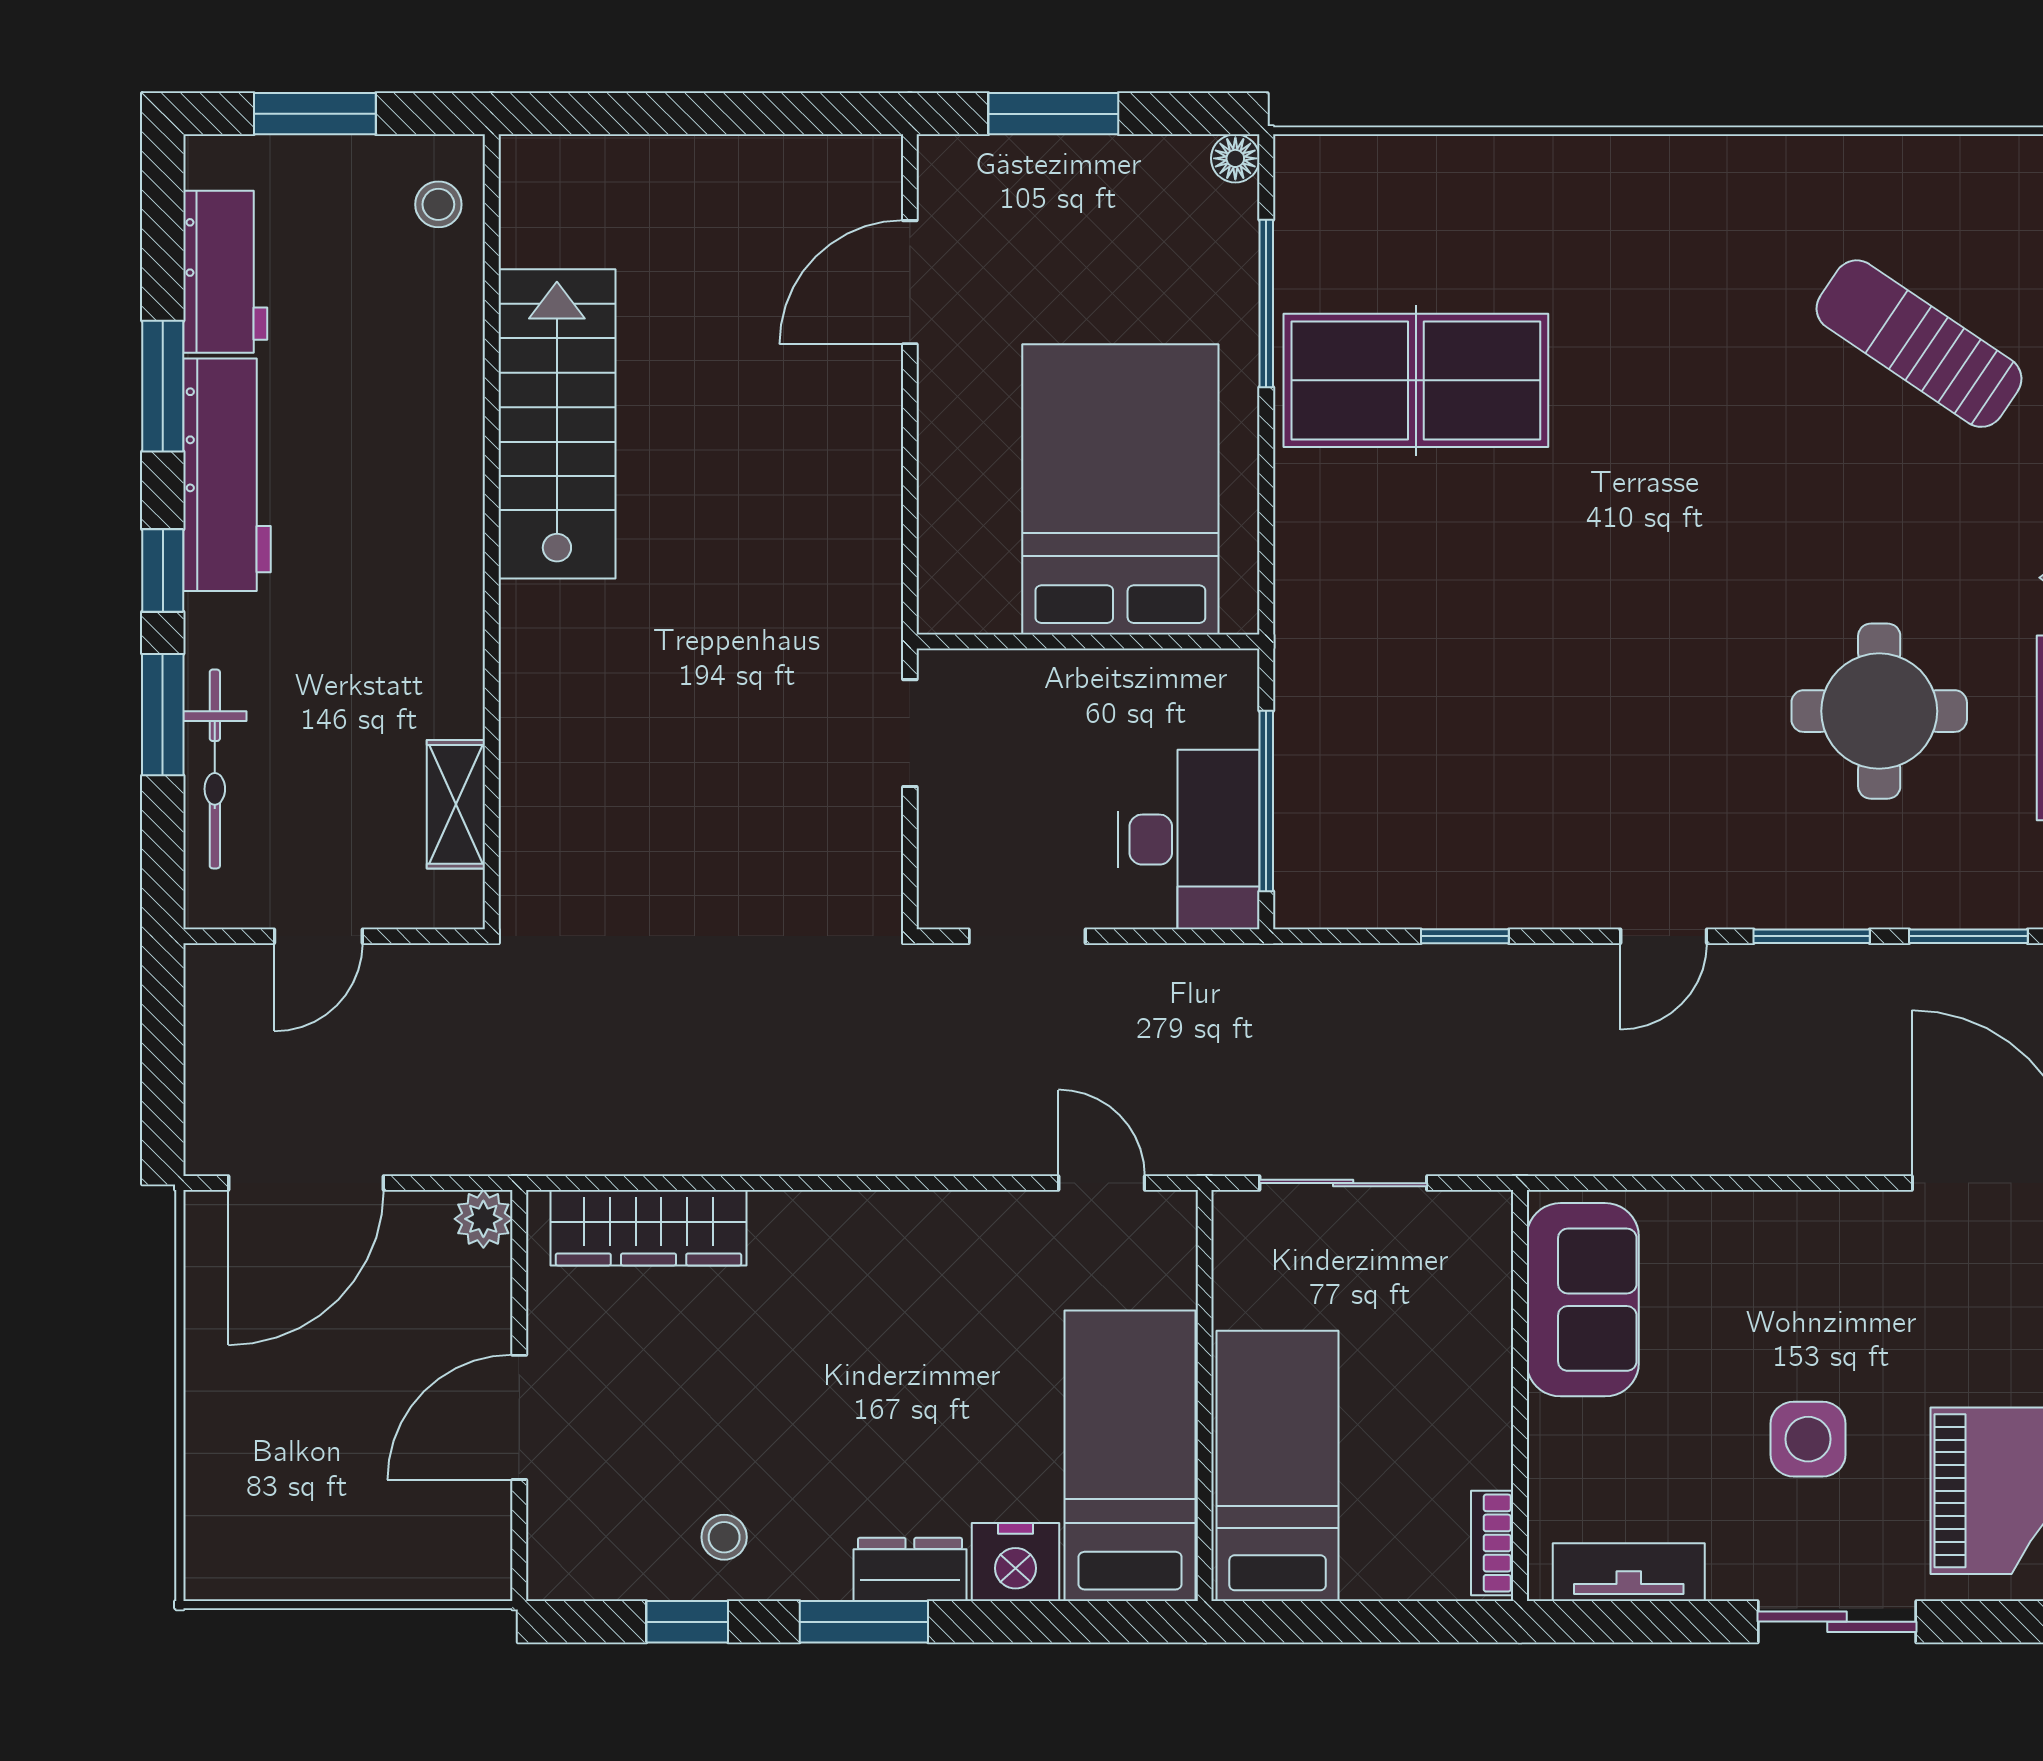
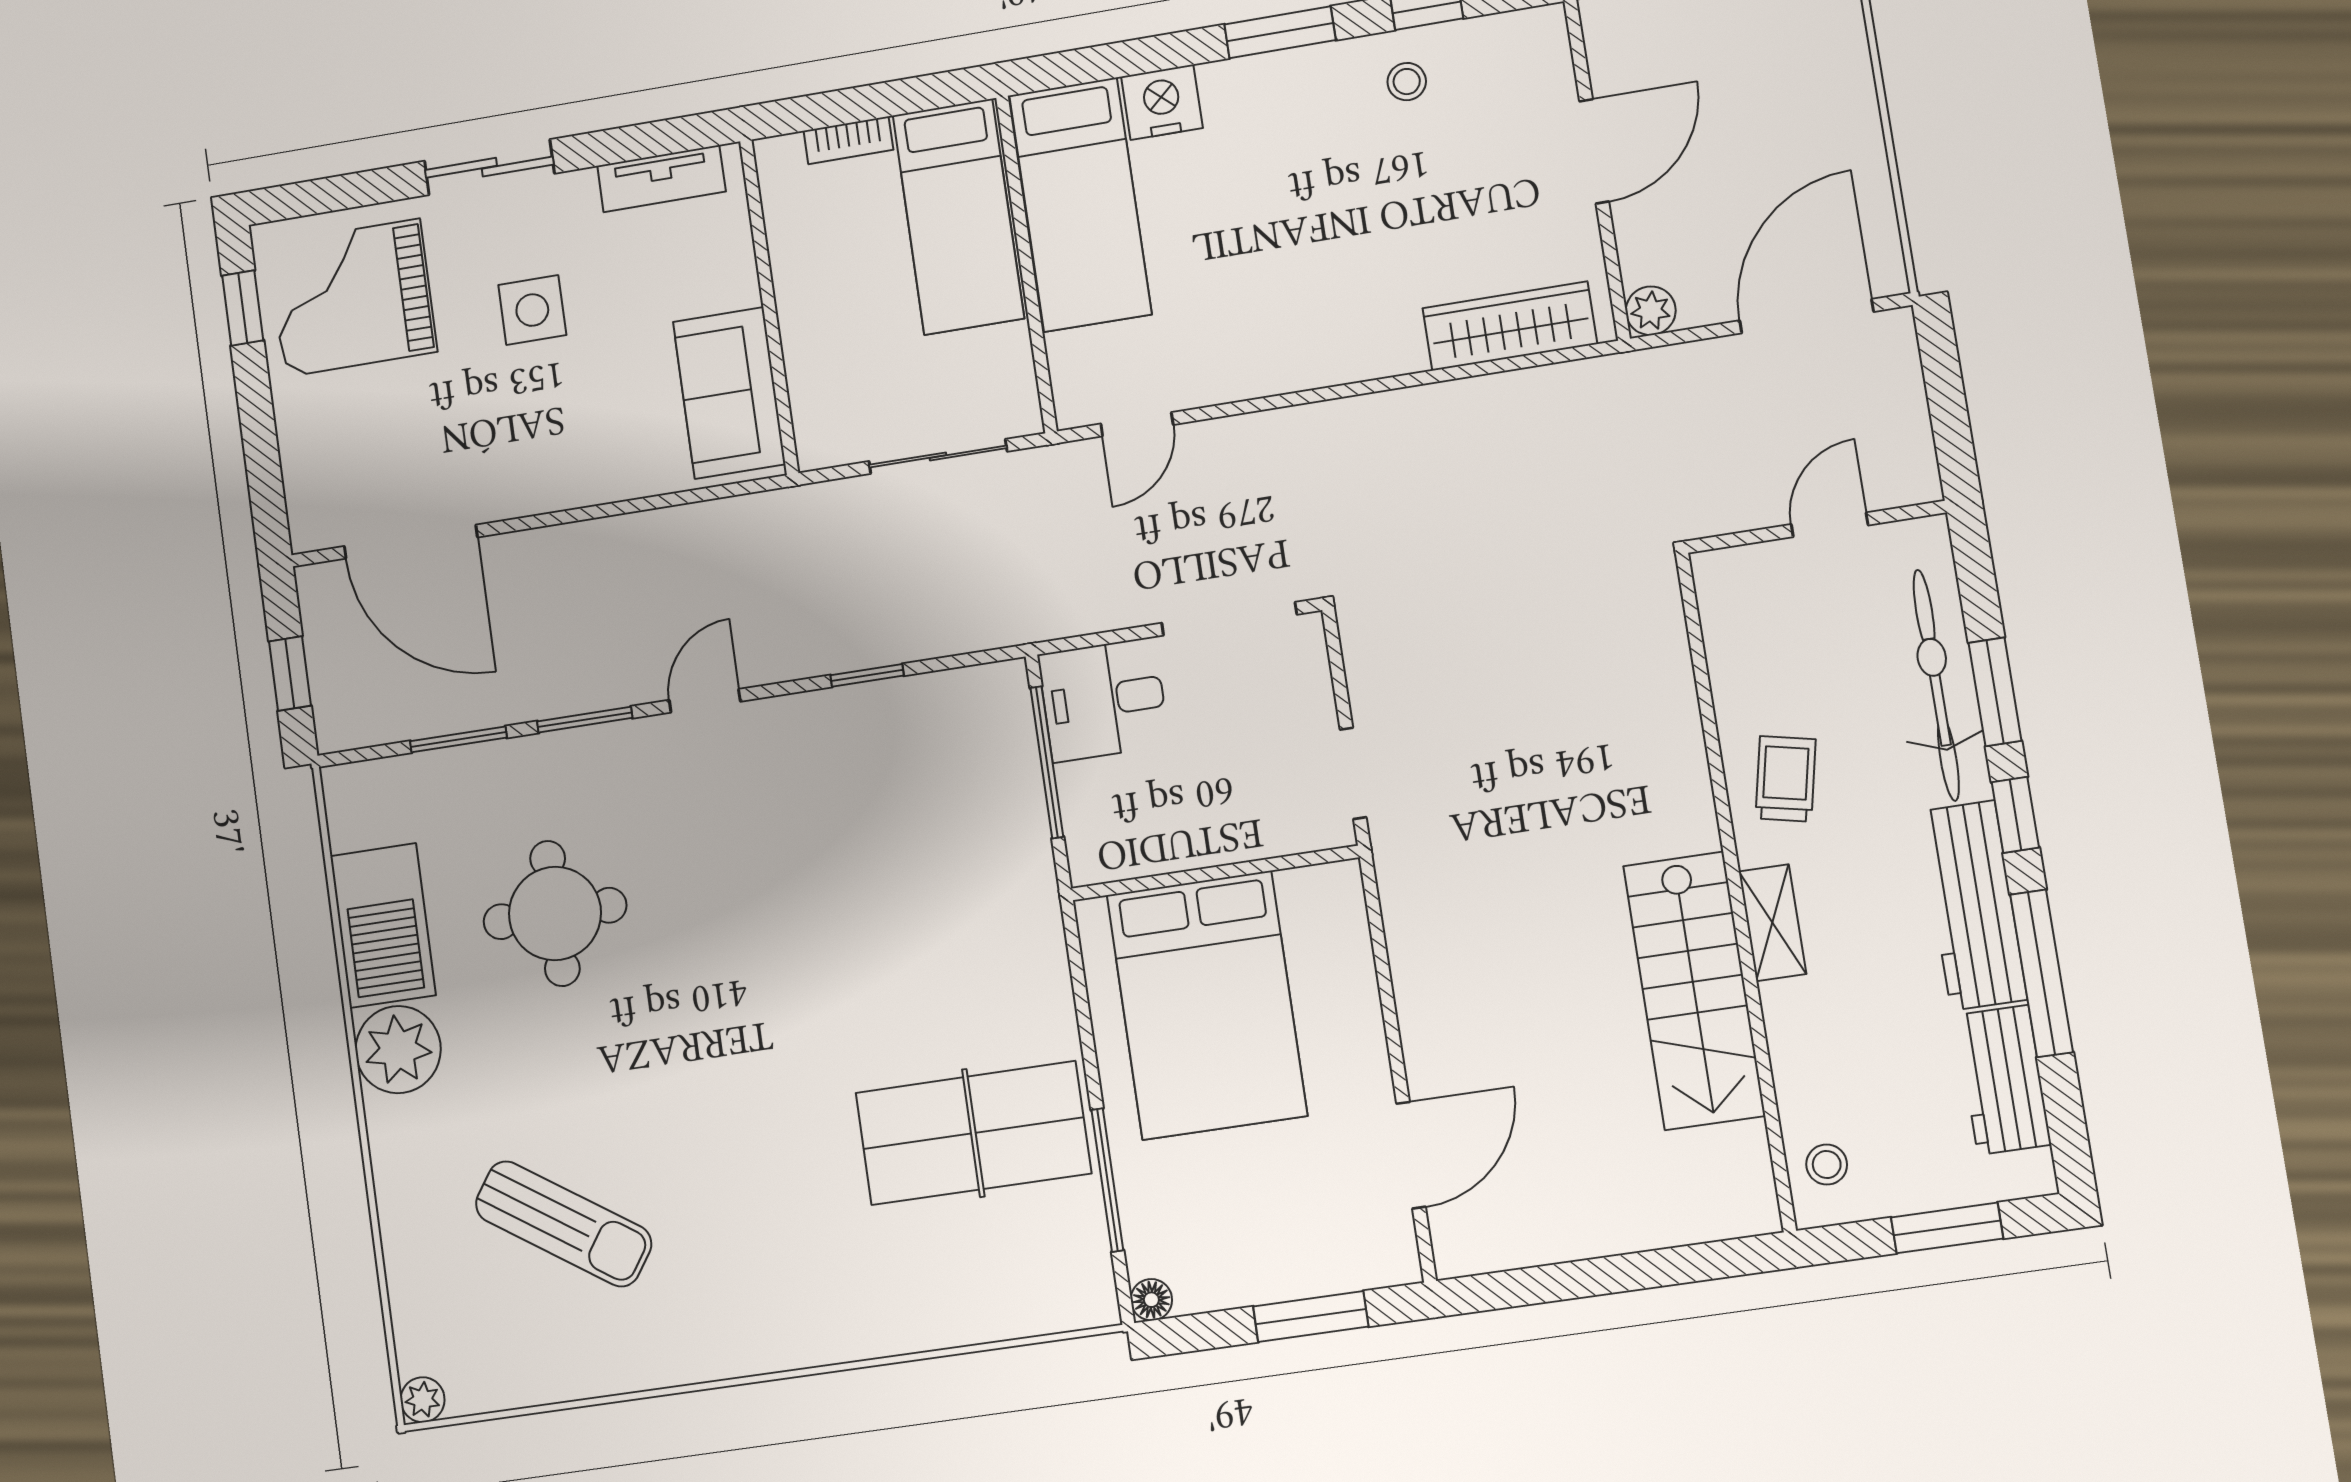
window: (163, 386) -> (2042, 973), width x1.44
trolley: (415, 651) -> (1786, 779), added
bicycle: (215, 769) -> (1936, 685), width x1.37, depth x1.40
shelving: (456, 804) -> (1772, 923), moved
desk: (1189, 840) -> (1103, 700), width x0.73
doorway: (1027, 936) -> (1229, 619), width x1.38
door: (1102, 1183) -> (1137, 424), hinge flipped
bookcase: (1492, 1543) -> (848, 140), moved, turned 90
dresser: (910, 1569) -> (1248, 81), removed

